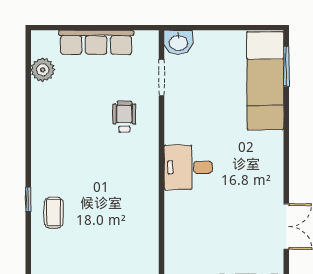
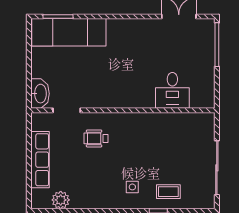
washbasin: (178, 42) -> (40, 94), width x1.38
side table: (60, 165) -> (132, 187), added
desk: (188, 167) -> (172, 90), moved

